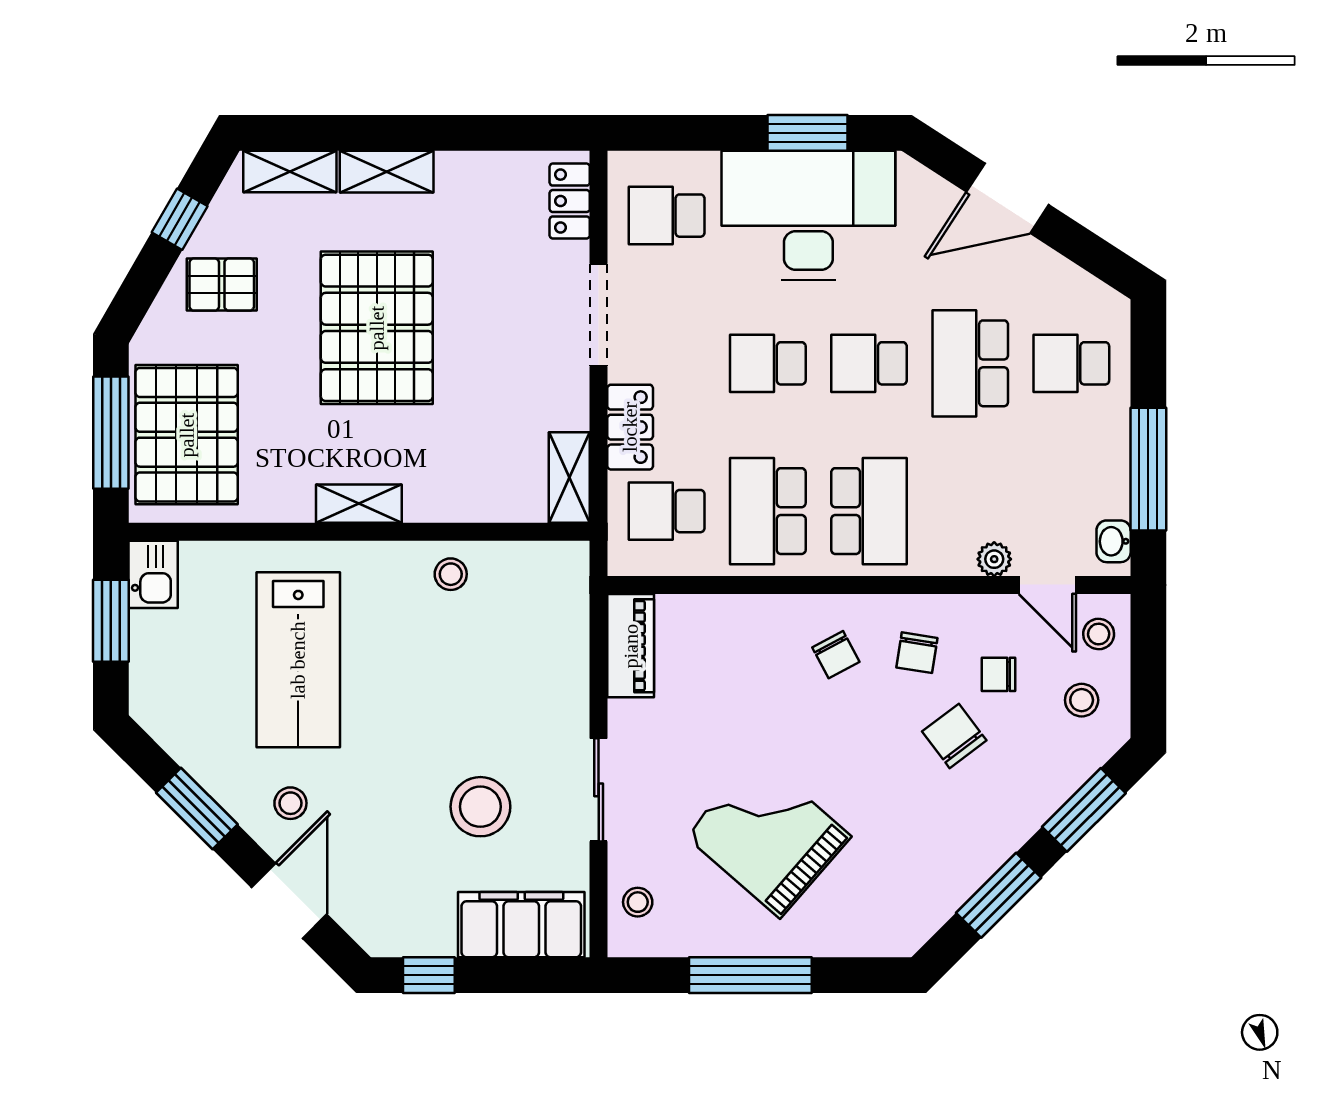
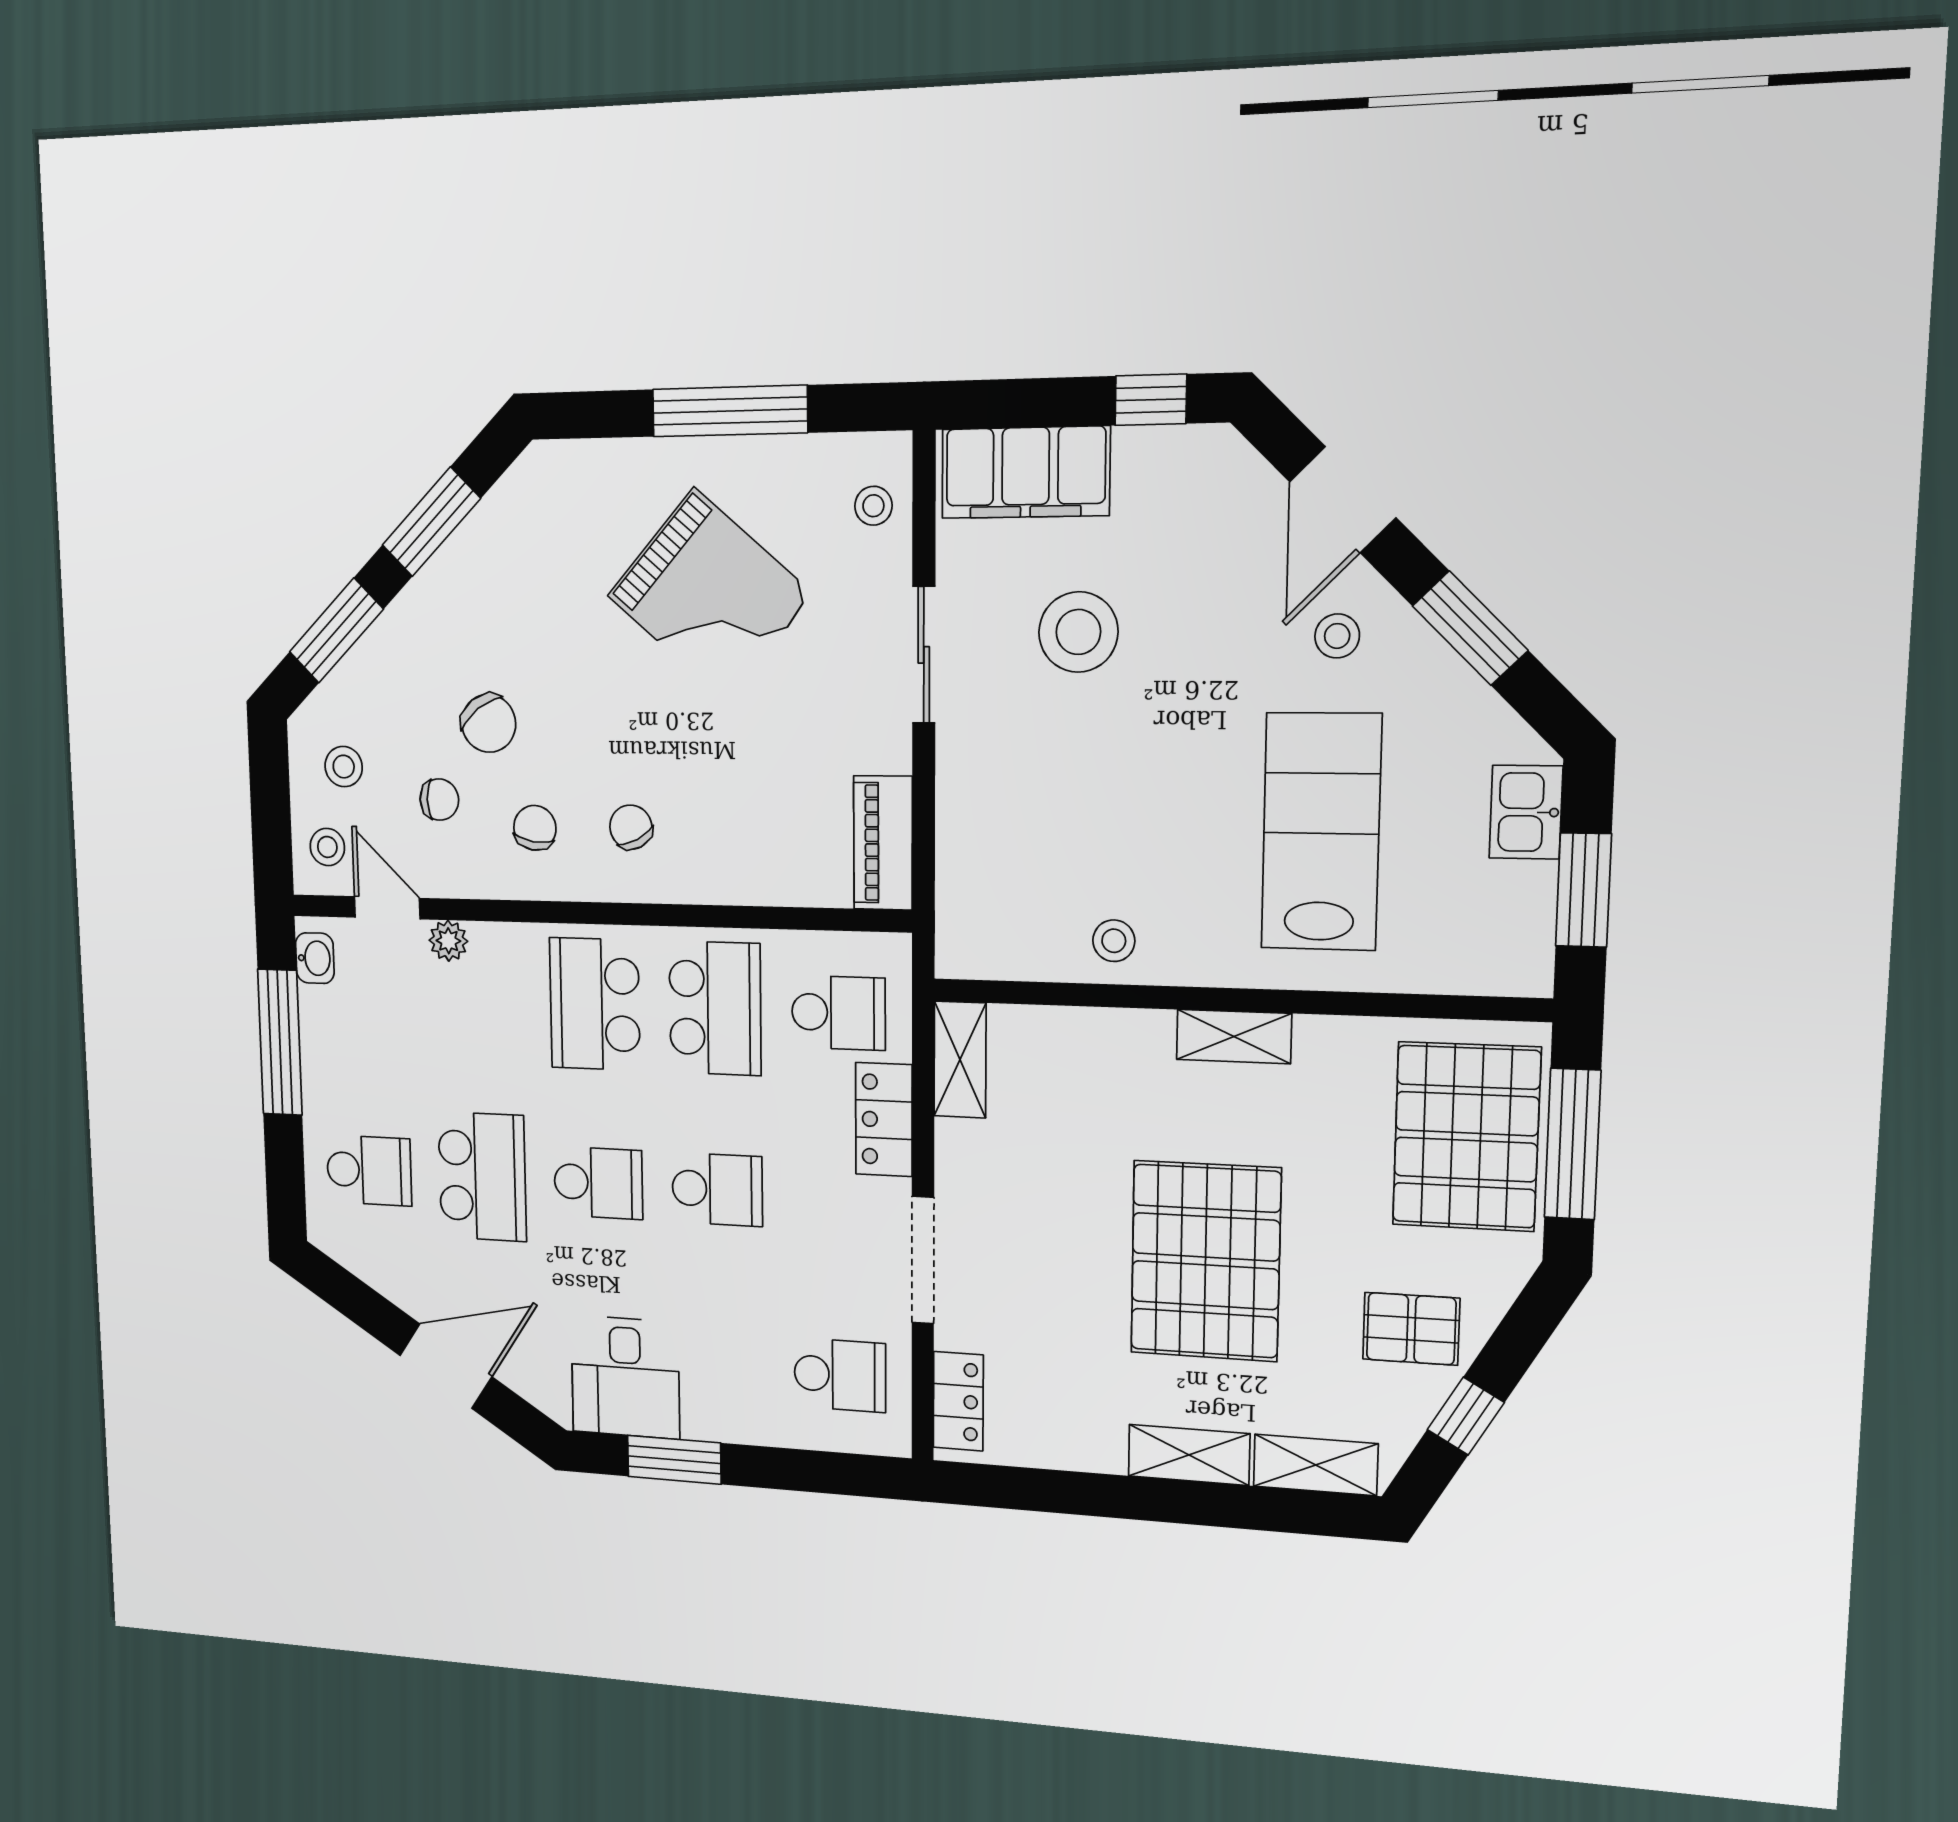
desk: (808, 215) -> (625, 1377), width x0.53, depth x0.77
kitchen sink: (153, 574) -> (1526, 812), moved

